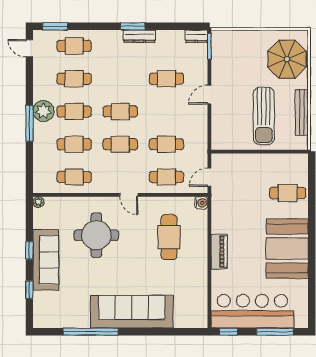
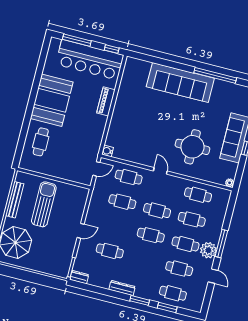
window: (55, 26) -> (167, 307), moved
window: (133, 26) -> (140, 300), moved
door: (29, 48) -> (213, 276), moved
cafe table: (288, 193) -> (41, 142), turned 90
cafe table: (169, 237) -> (138, 131), removed
piano: (219, 251) -> (106, 101), moved

